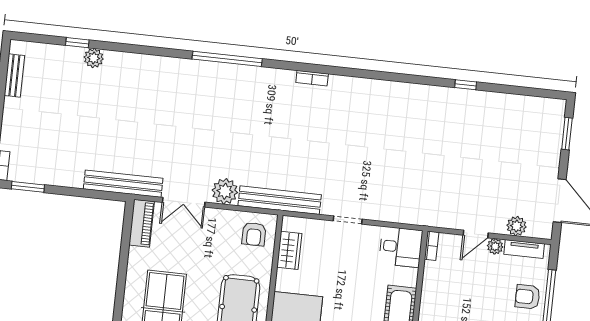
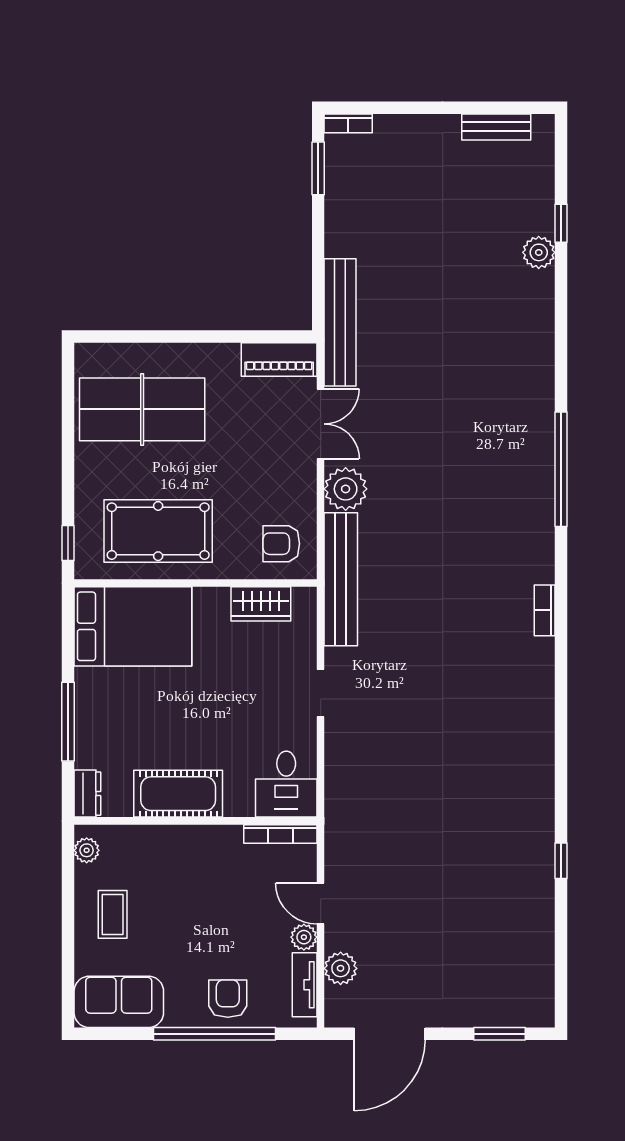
double door: (184, 202) -> (321, 424), swing flipped
bookcase: (432, 246) -> (280, 834), width x1.56

